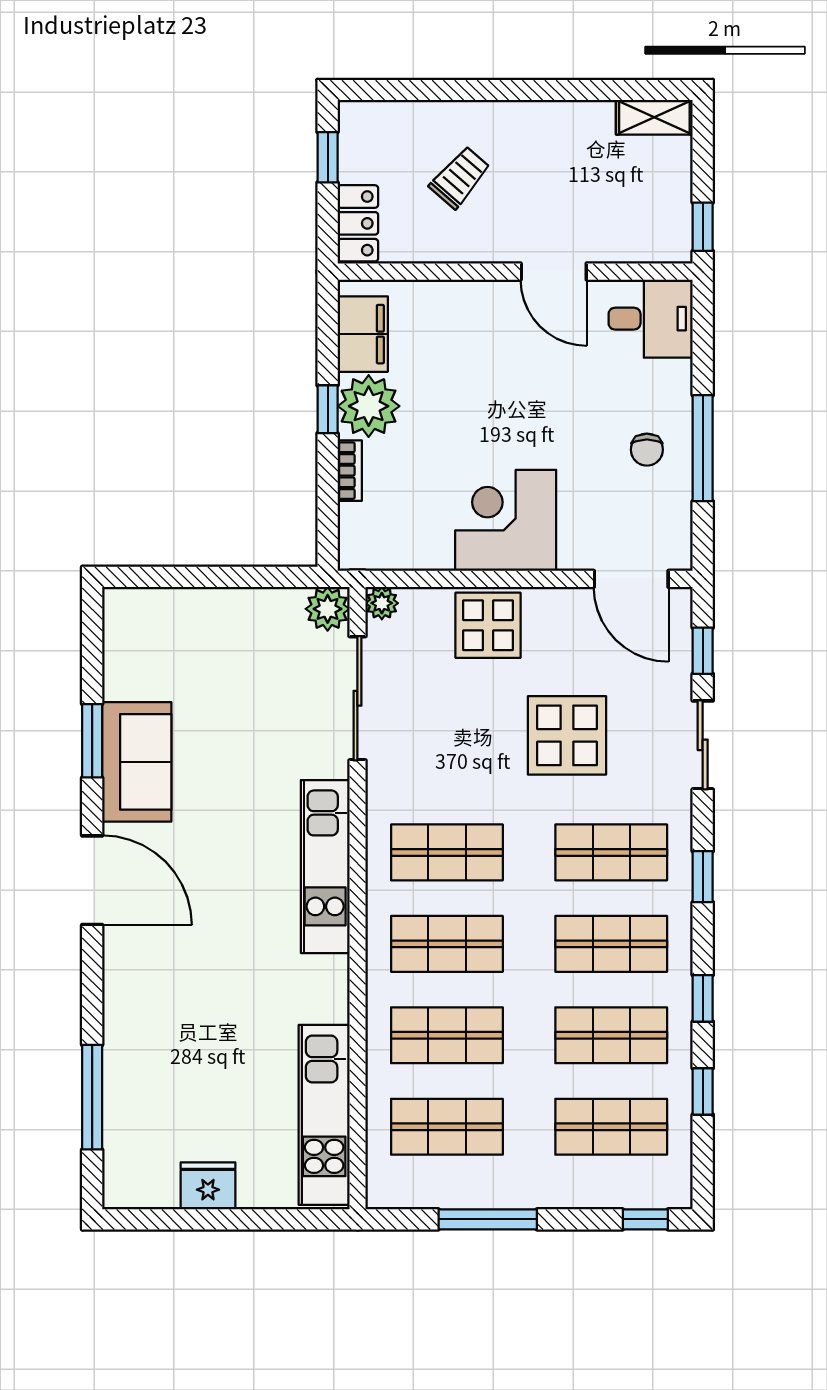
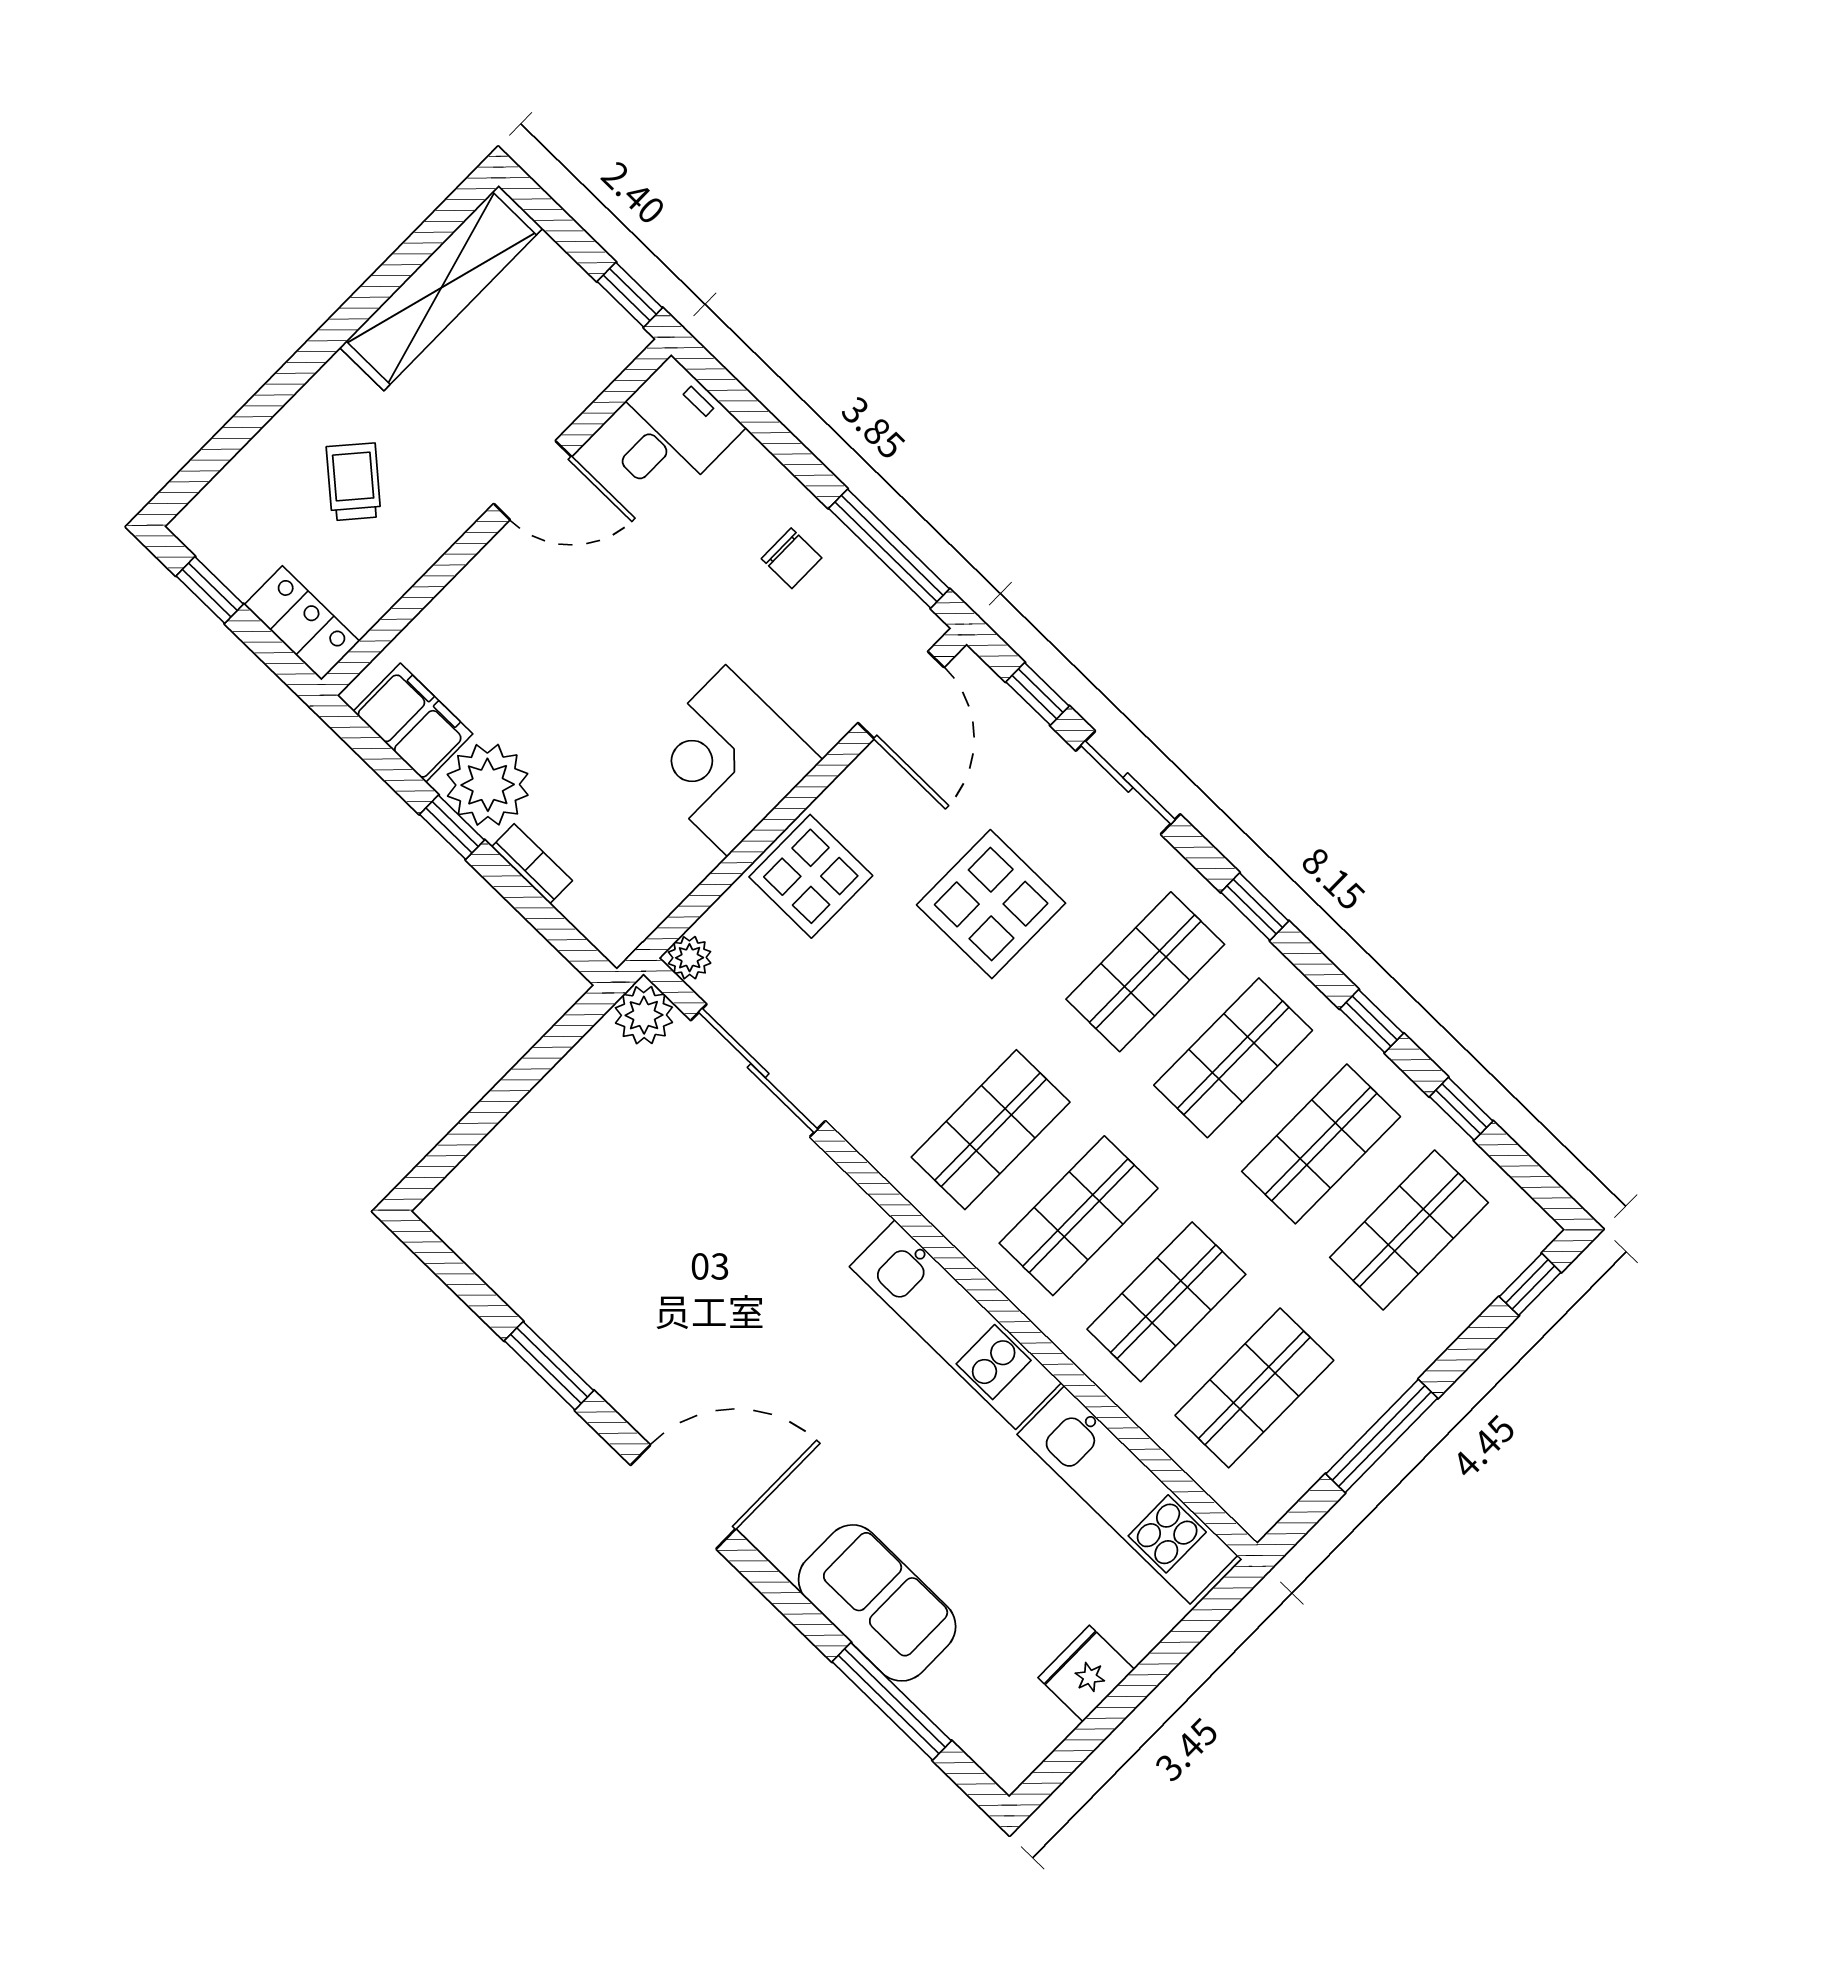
shelving: (654, 117) -> (441, 288), width x2.20, depth x1.33
window: (703, 448) -> (889, 549), moved
door: (631, 579) -> (901, 695), hinge flipped
sofa: (137, 762) -> (877, 1603), moved
kitchen unit: (325, 867) -> (955, 1325), moved

